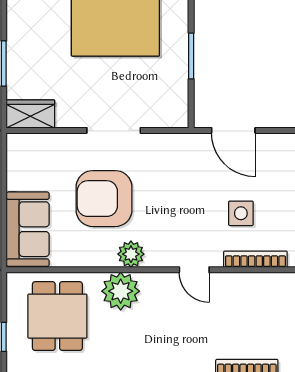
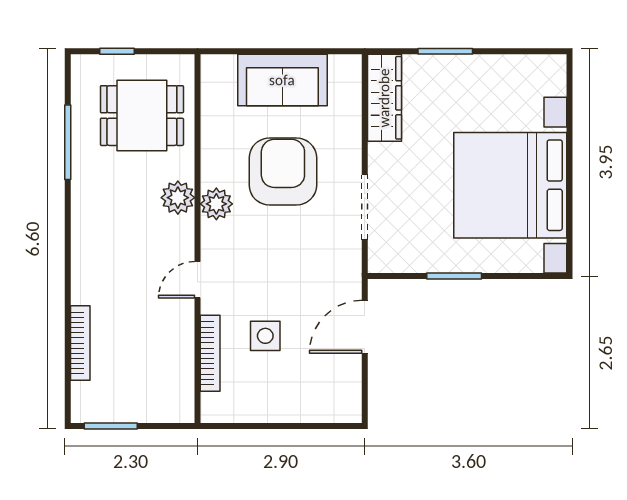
wardrobe: (30, 114) -> (384, 98), width x1.50
doorway: (114, 130) -> (365, 207), moved
sofa: (28, 229) -> (282, 80), moved
plant: (121, 291) -> (178, 198), width x0.73, depth x0.73

